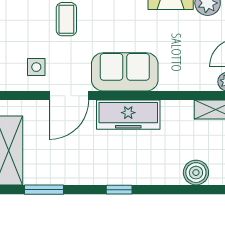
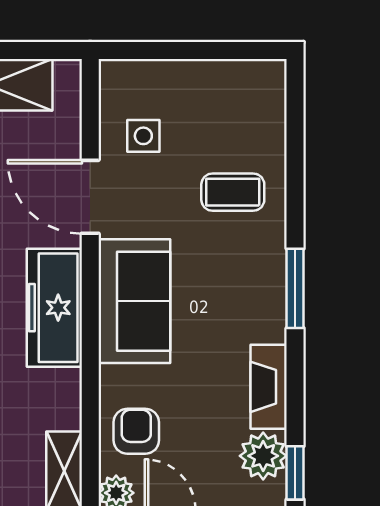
armchair: (194, 71) -> (136, 431), added

